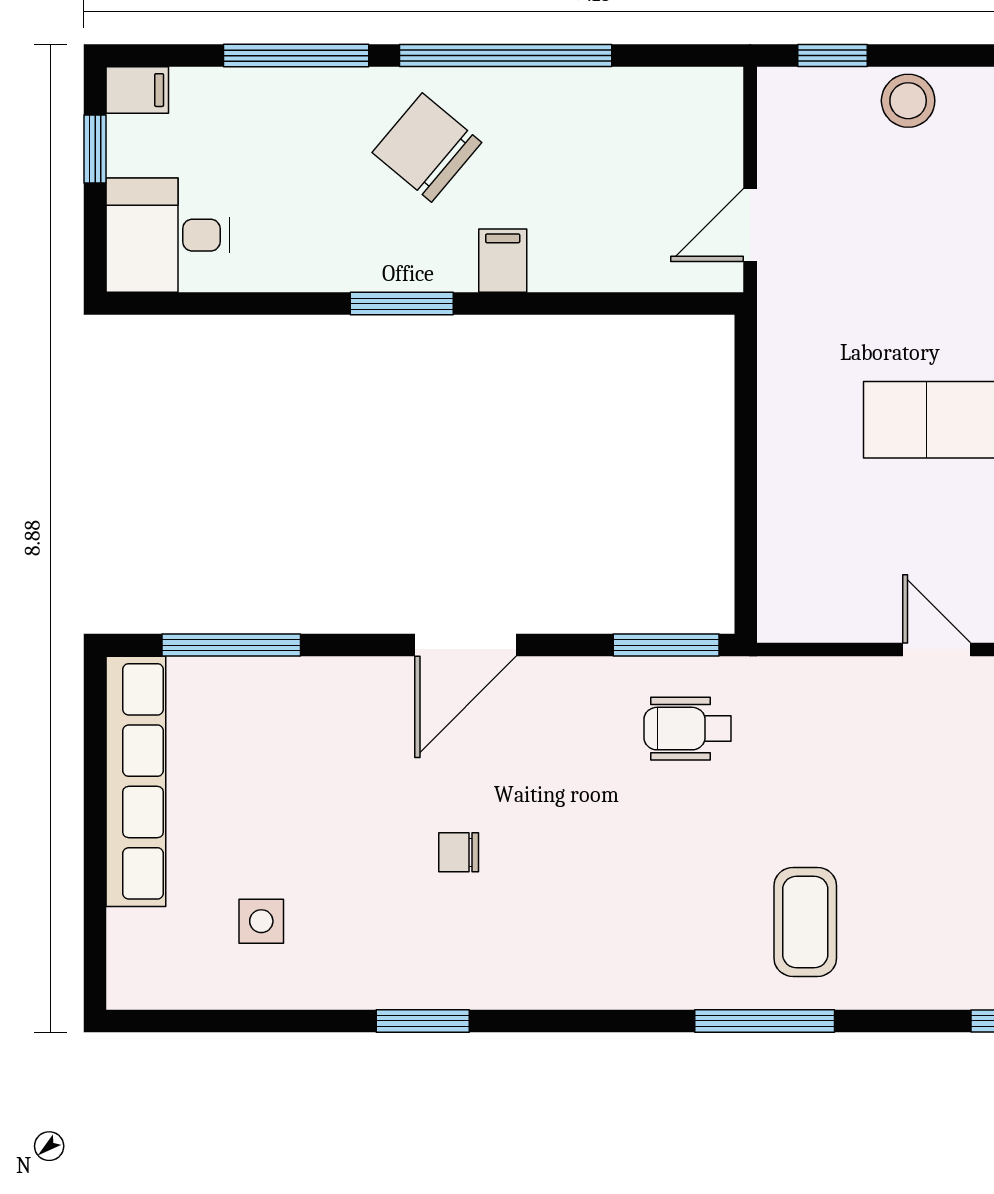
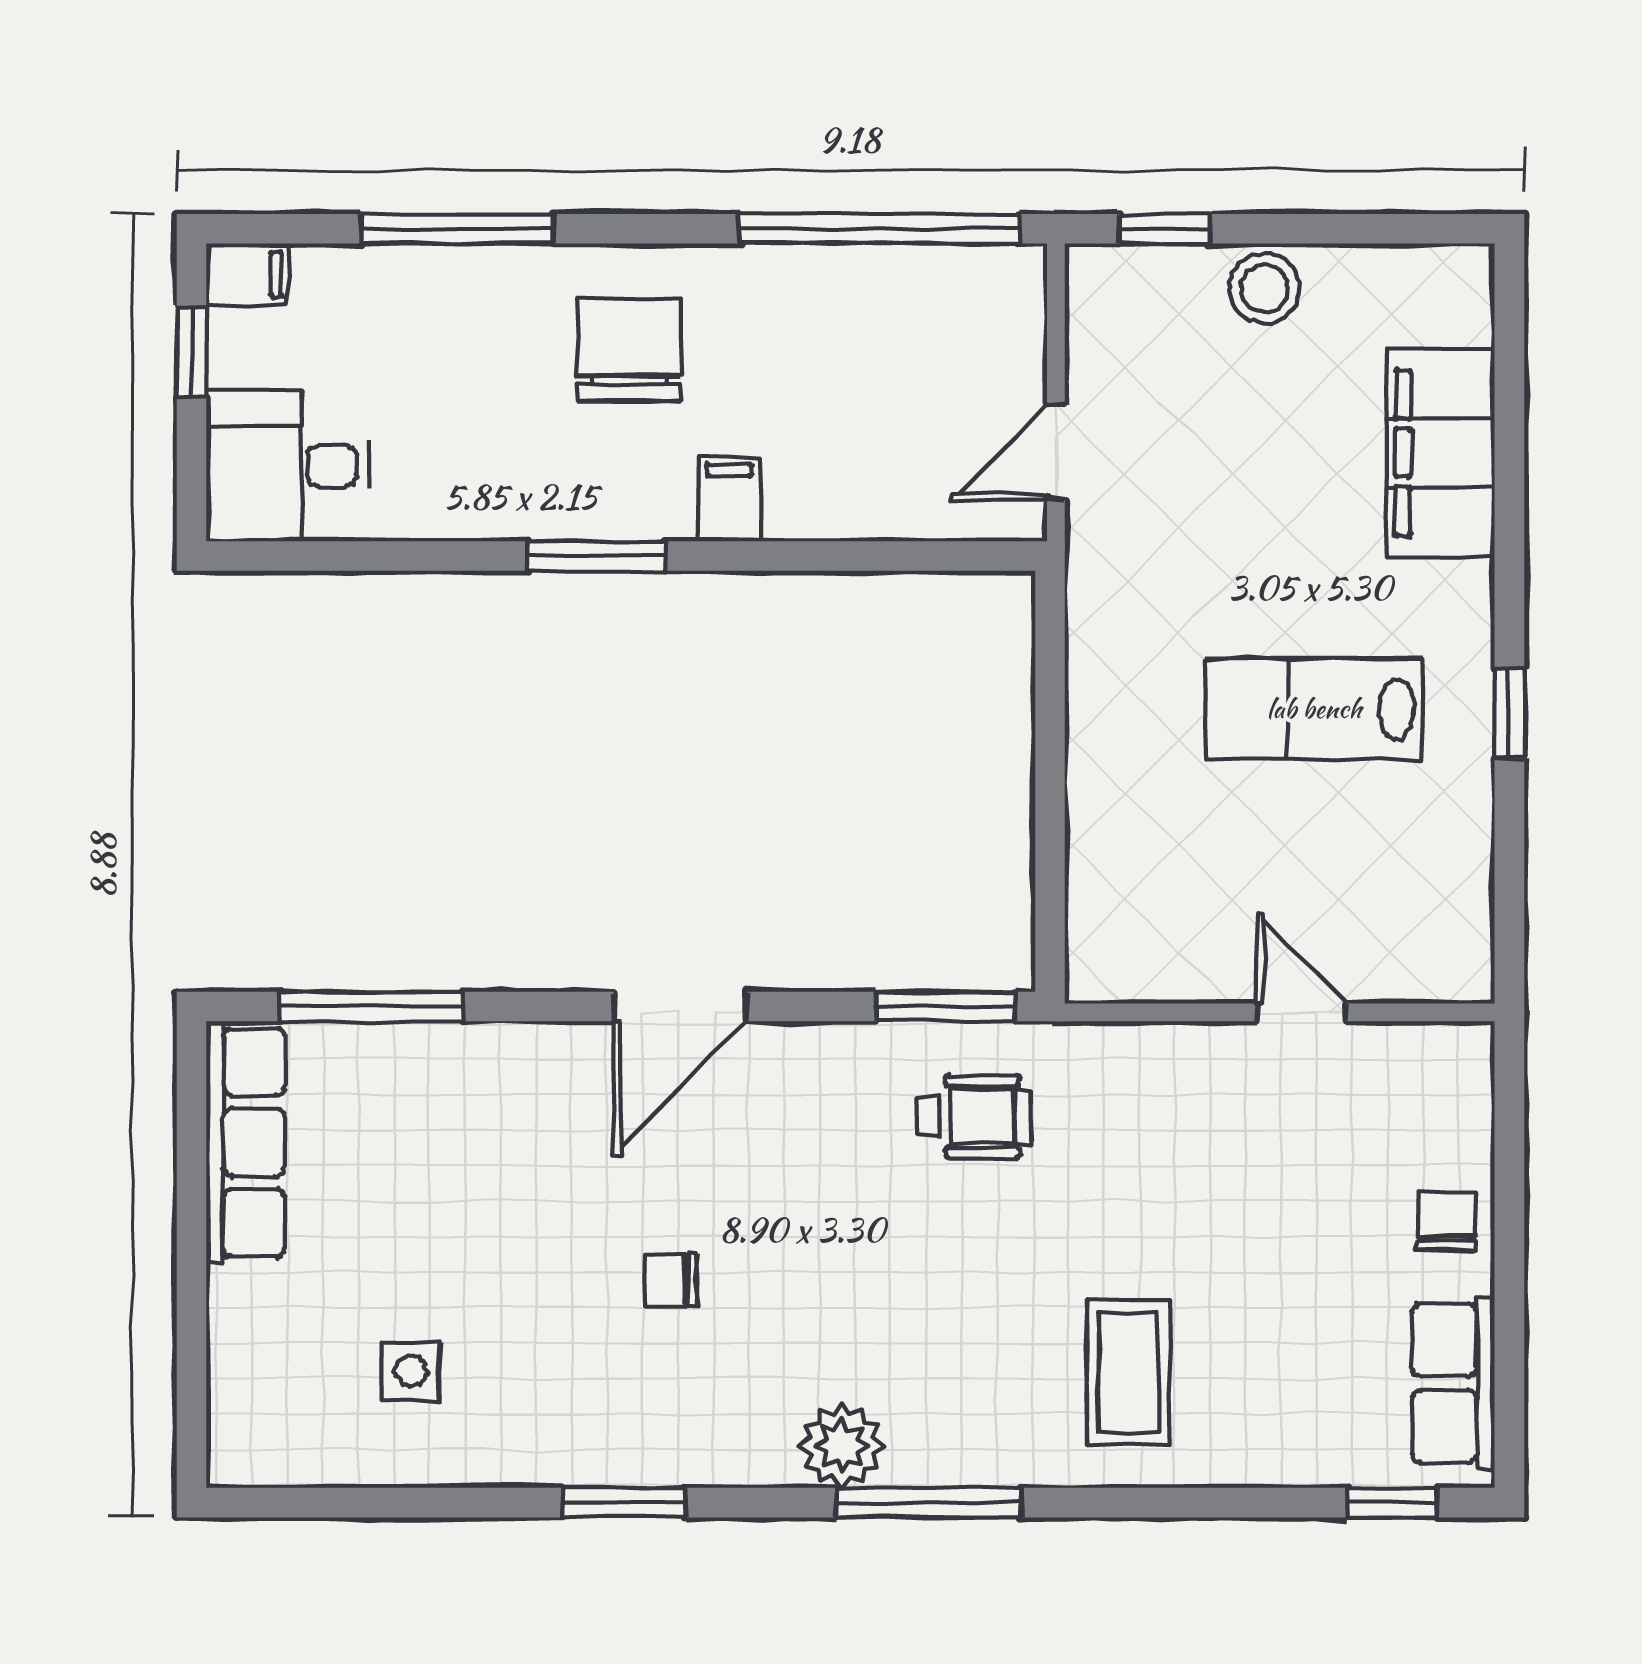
window: (506, 56) -> (880, 229), moved
chair: (427, 147) -> (629, 350), turned 50
wheelchair: (688, 729) -> (973, 1117), turned 180
row of seats: (136, 781) -> (245, 1142), width x0.73
plant: (588, 978) -> (842, 1446), added
window: (765, 1021) -> (929, 1503), moved

